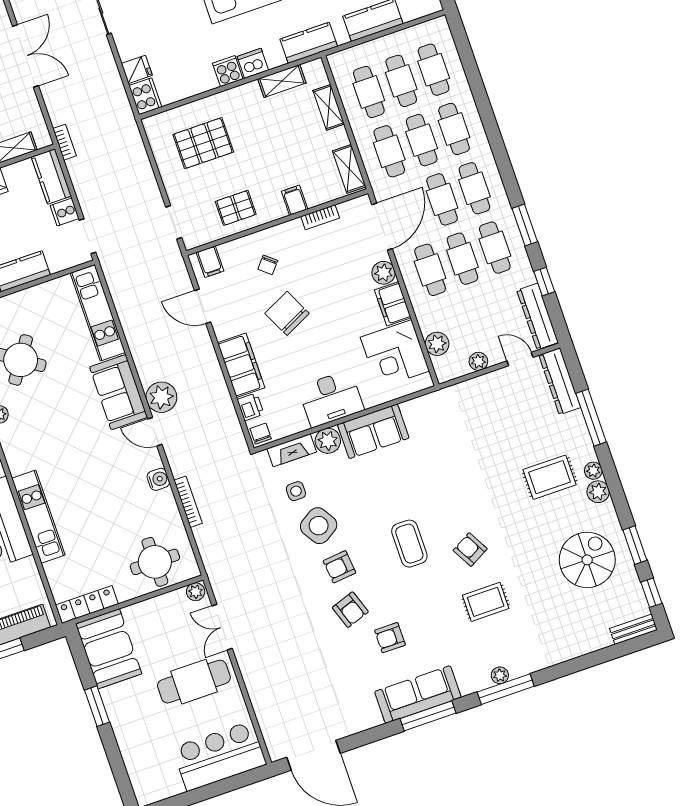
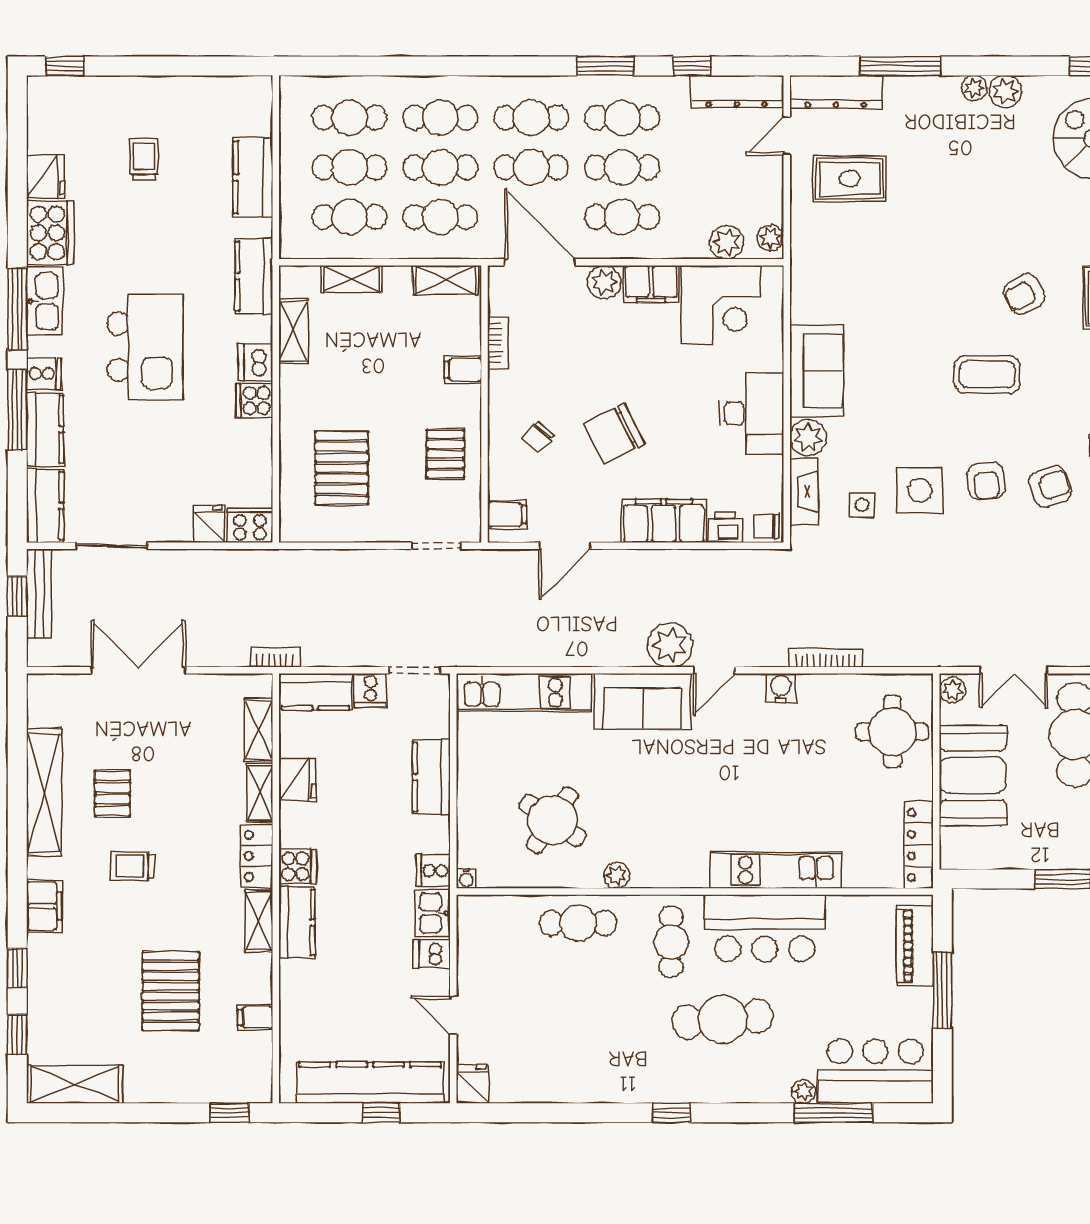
chair: (268, 265) -> (539, 437), turned 92
plant: (478, 361) -> (770, 238), moved
rug: (550, 477) -> (850, 179), moved, turned 90
side table: (319, 526) -> (920, 490), turned 32
booth: (109, 649) -> (973, 776), moved, turned 90

